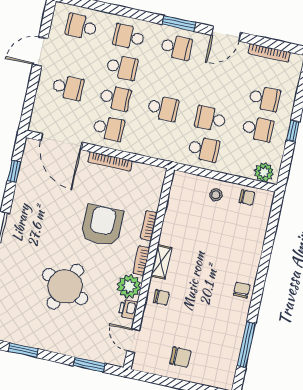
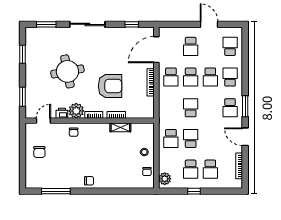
school desk: (163, 108) -> (191, 108), turned 180
shelving: (161, 262) -> (120, 127), moved
round table: (65, 287) -> (67, 71), turned -35

